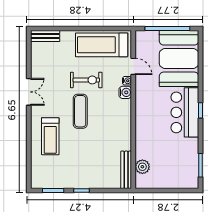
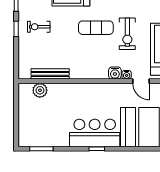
door: (133, 66) -> (141, 81), hinge flipped
exercise bike: (79, 168) -> (39, 27), added
bench: (126, 170) -> (50, 74), moved

